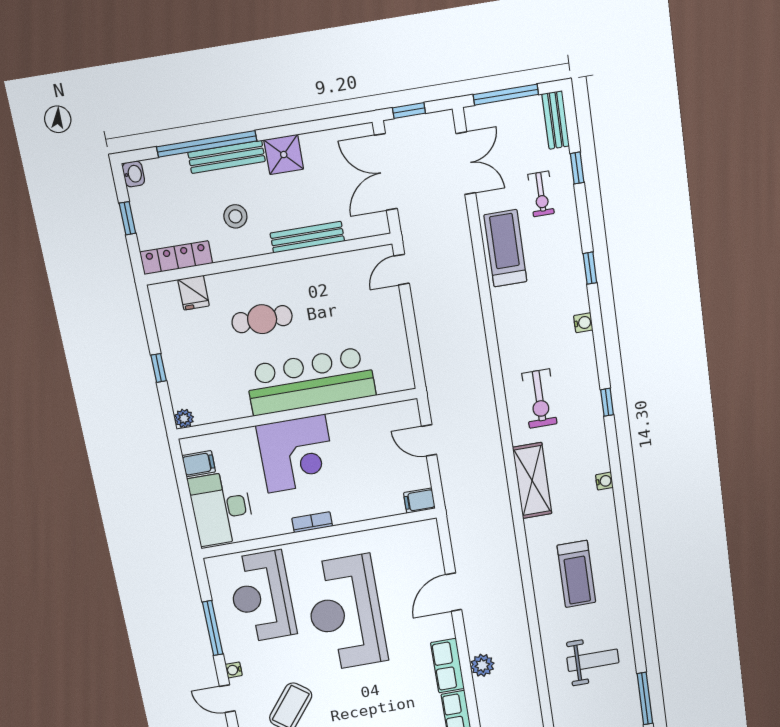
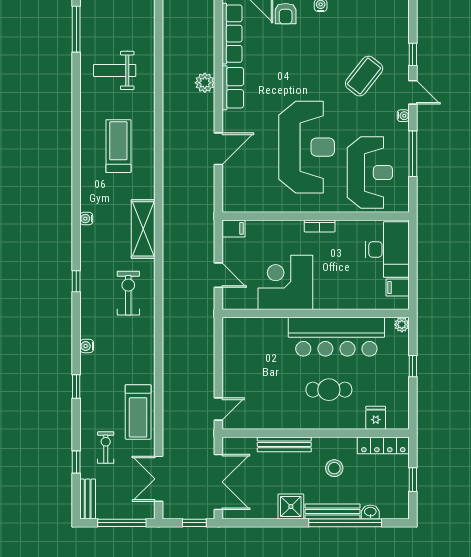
washbasin: (133, 174) -> (370, 512), moved, turned 90
bar counter: (311, 381) -> (336, 337), moved
corner desk: (296, 454) -> (285, 282), moved

